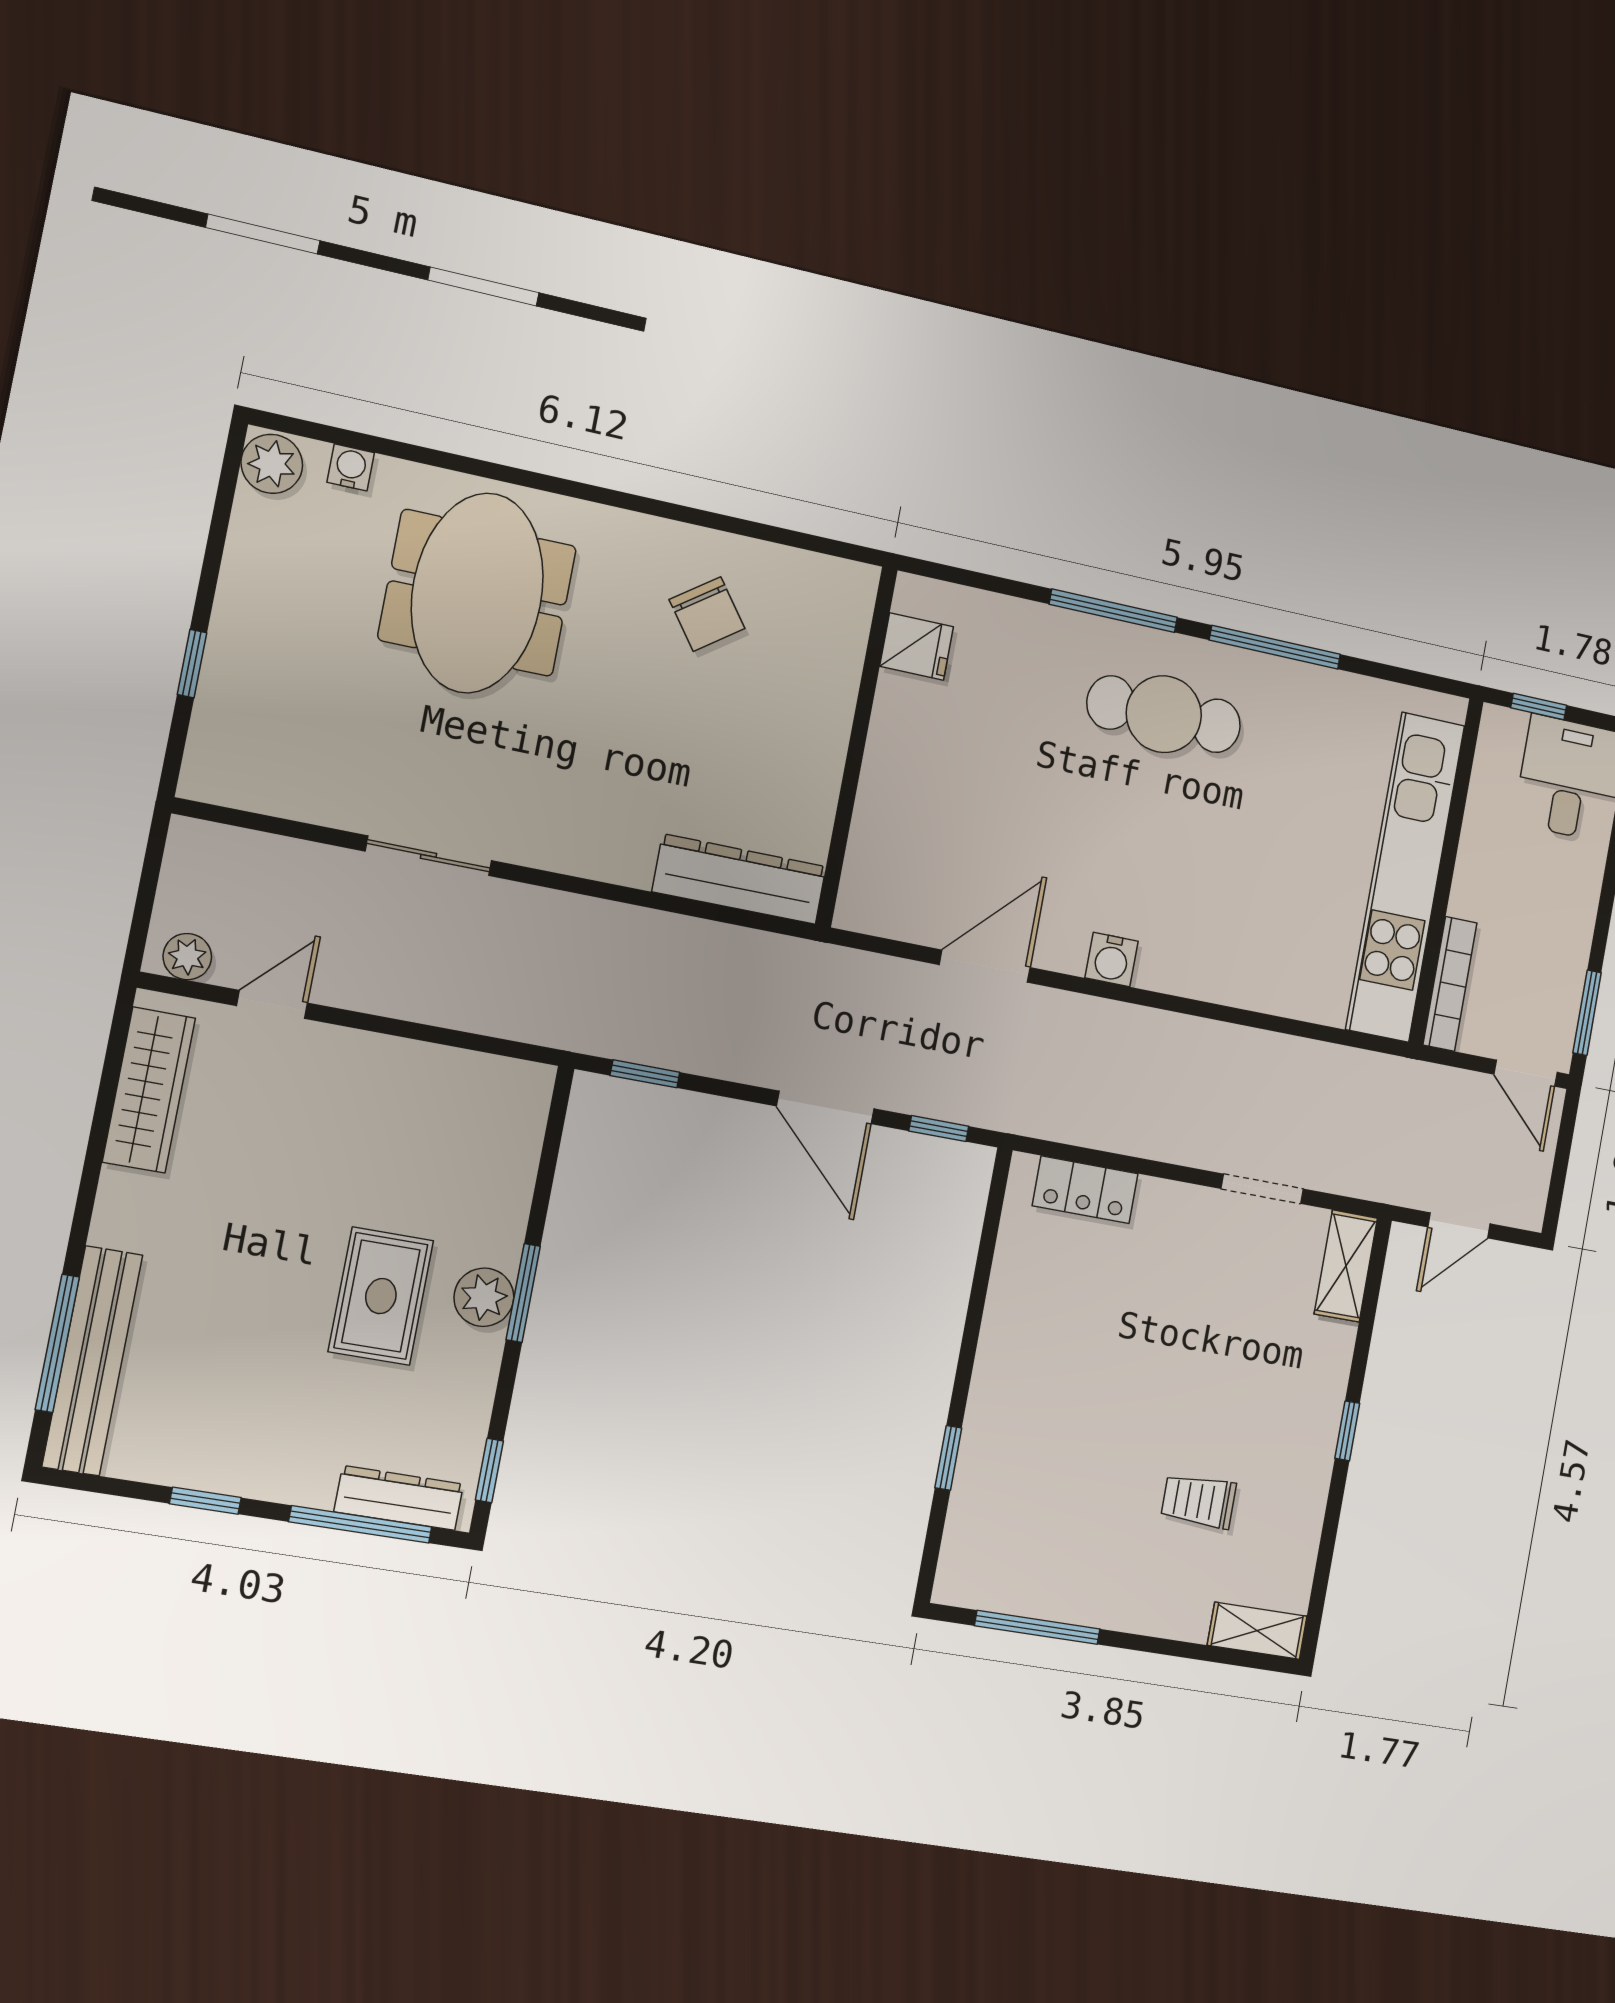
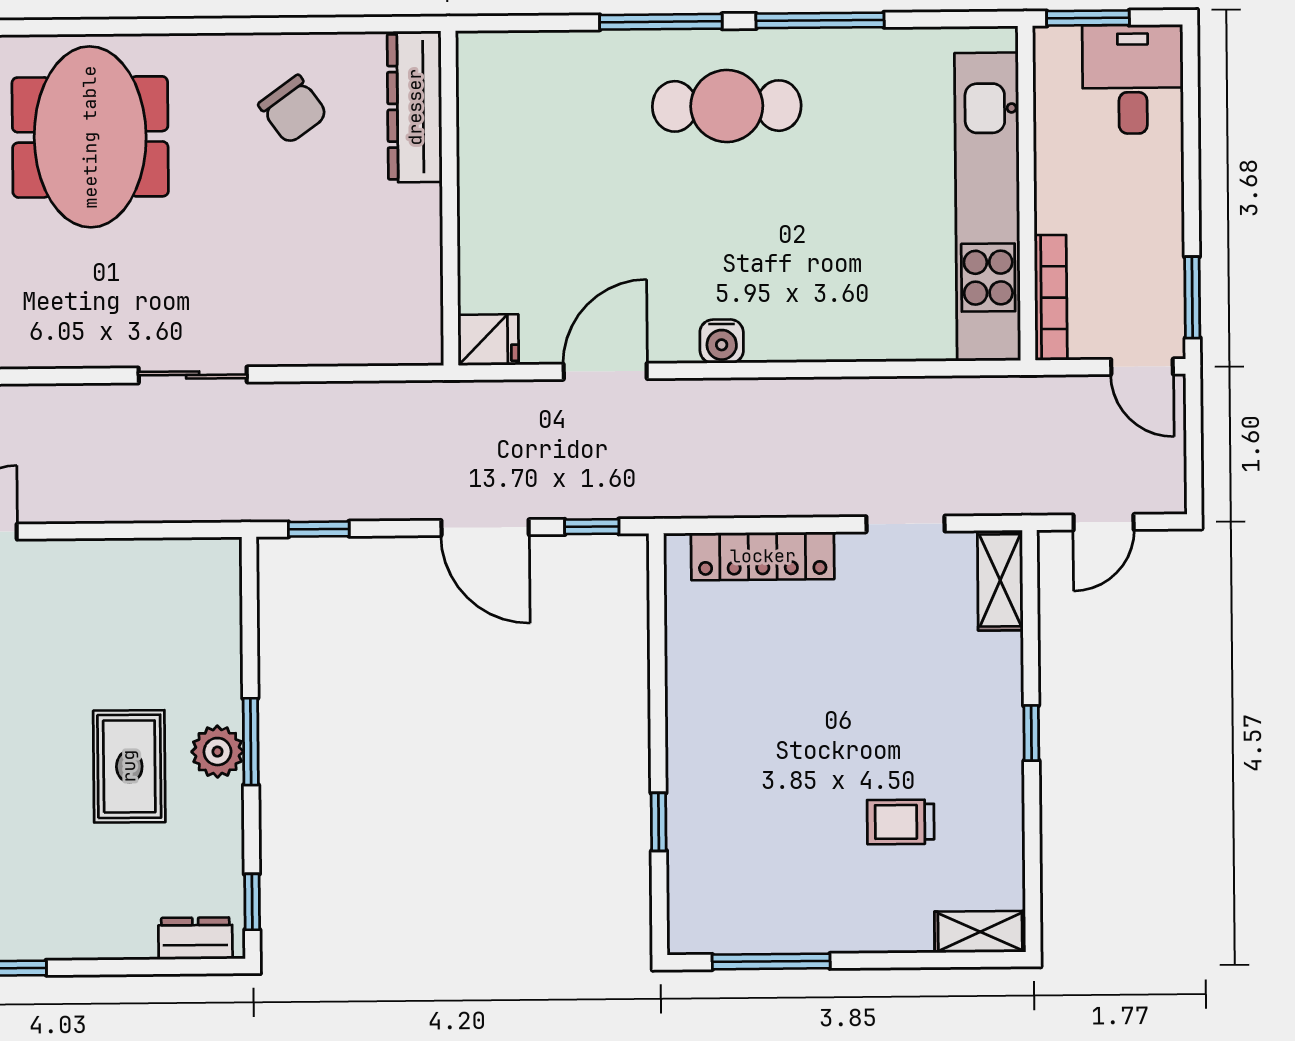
fridge: (917, 647) -> (488, 340), moved
window: (1539, 707) -> (1088, 18), width x1.50
sliding door: (428, 856) -> (193, 375), moved
dresser: (739, 879) -> (415, 107), moved, turned -90
locker: (1085, 1190) -> (763, 556), width x1.53
dresser: (399, 1498) -> (195, 938), width x0.70
window: (360, 1524) -> (151, 967), removed

